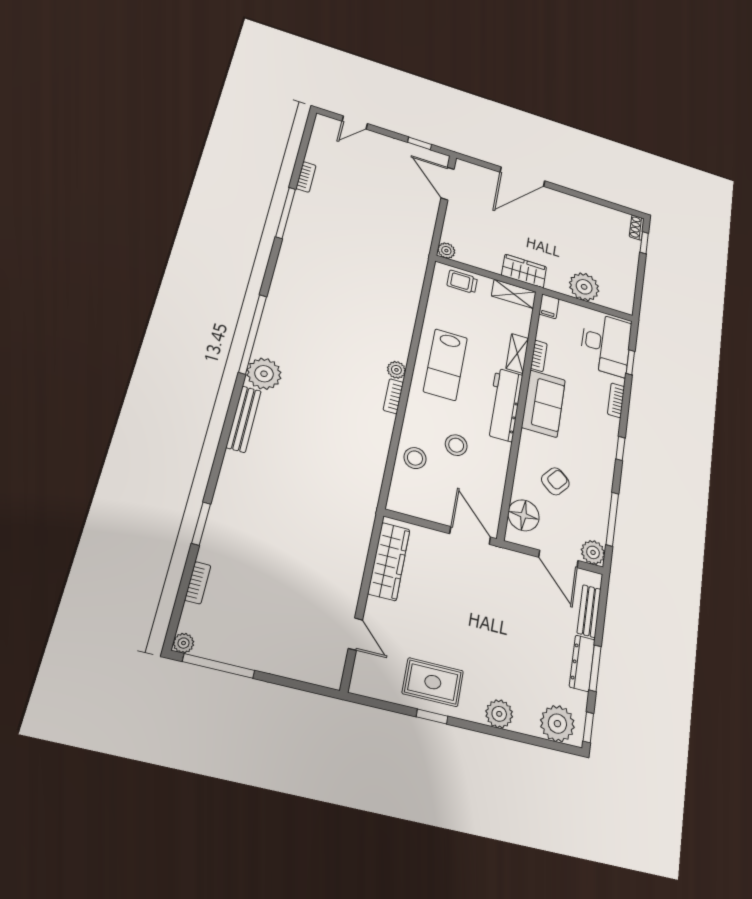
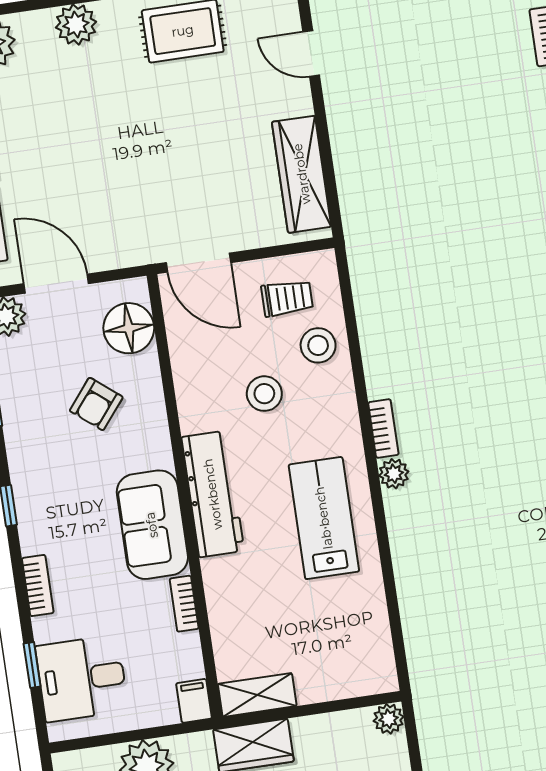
trolley: (462, 282) -> (287, 298), moved
desk: (606, 344) -> (82, 678), width x0.73
shelving: (517, 353) -> (219, 591), removed

